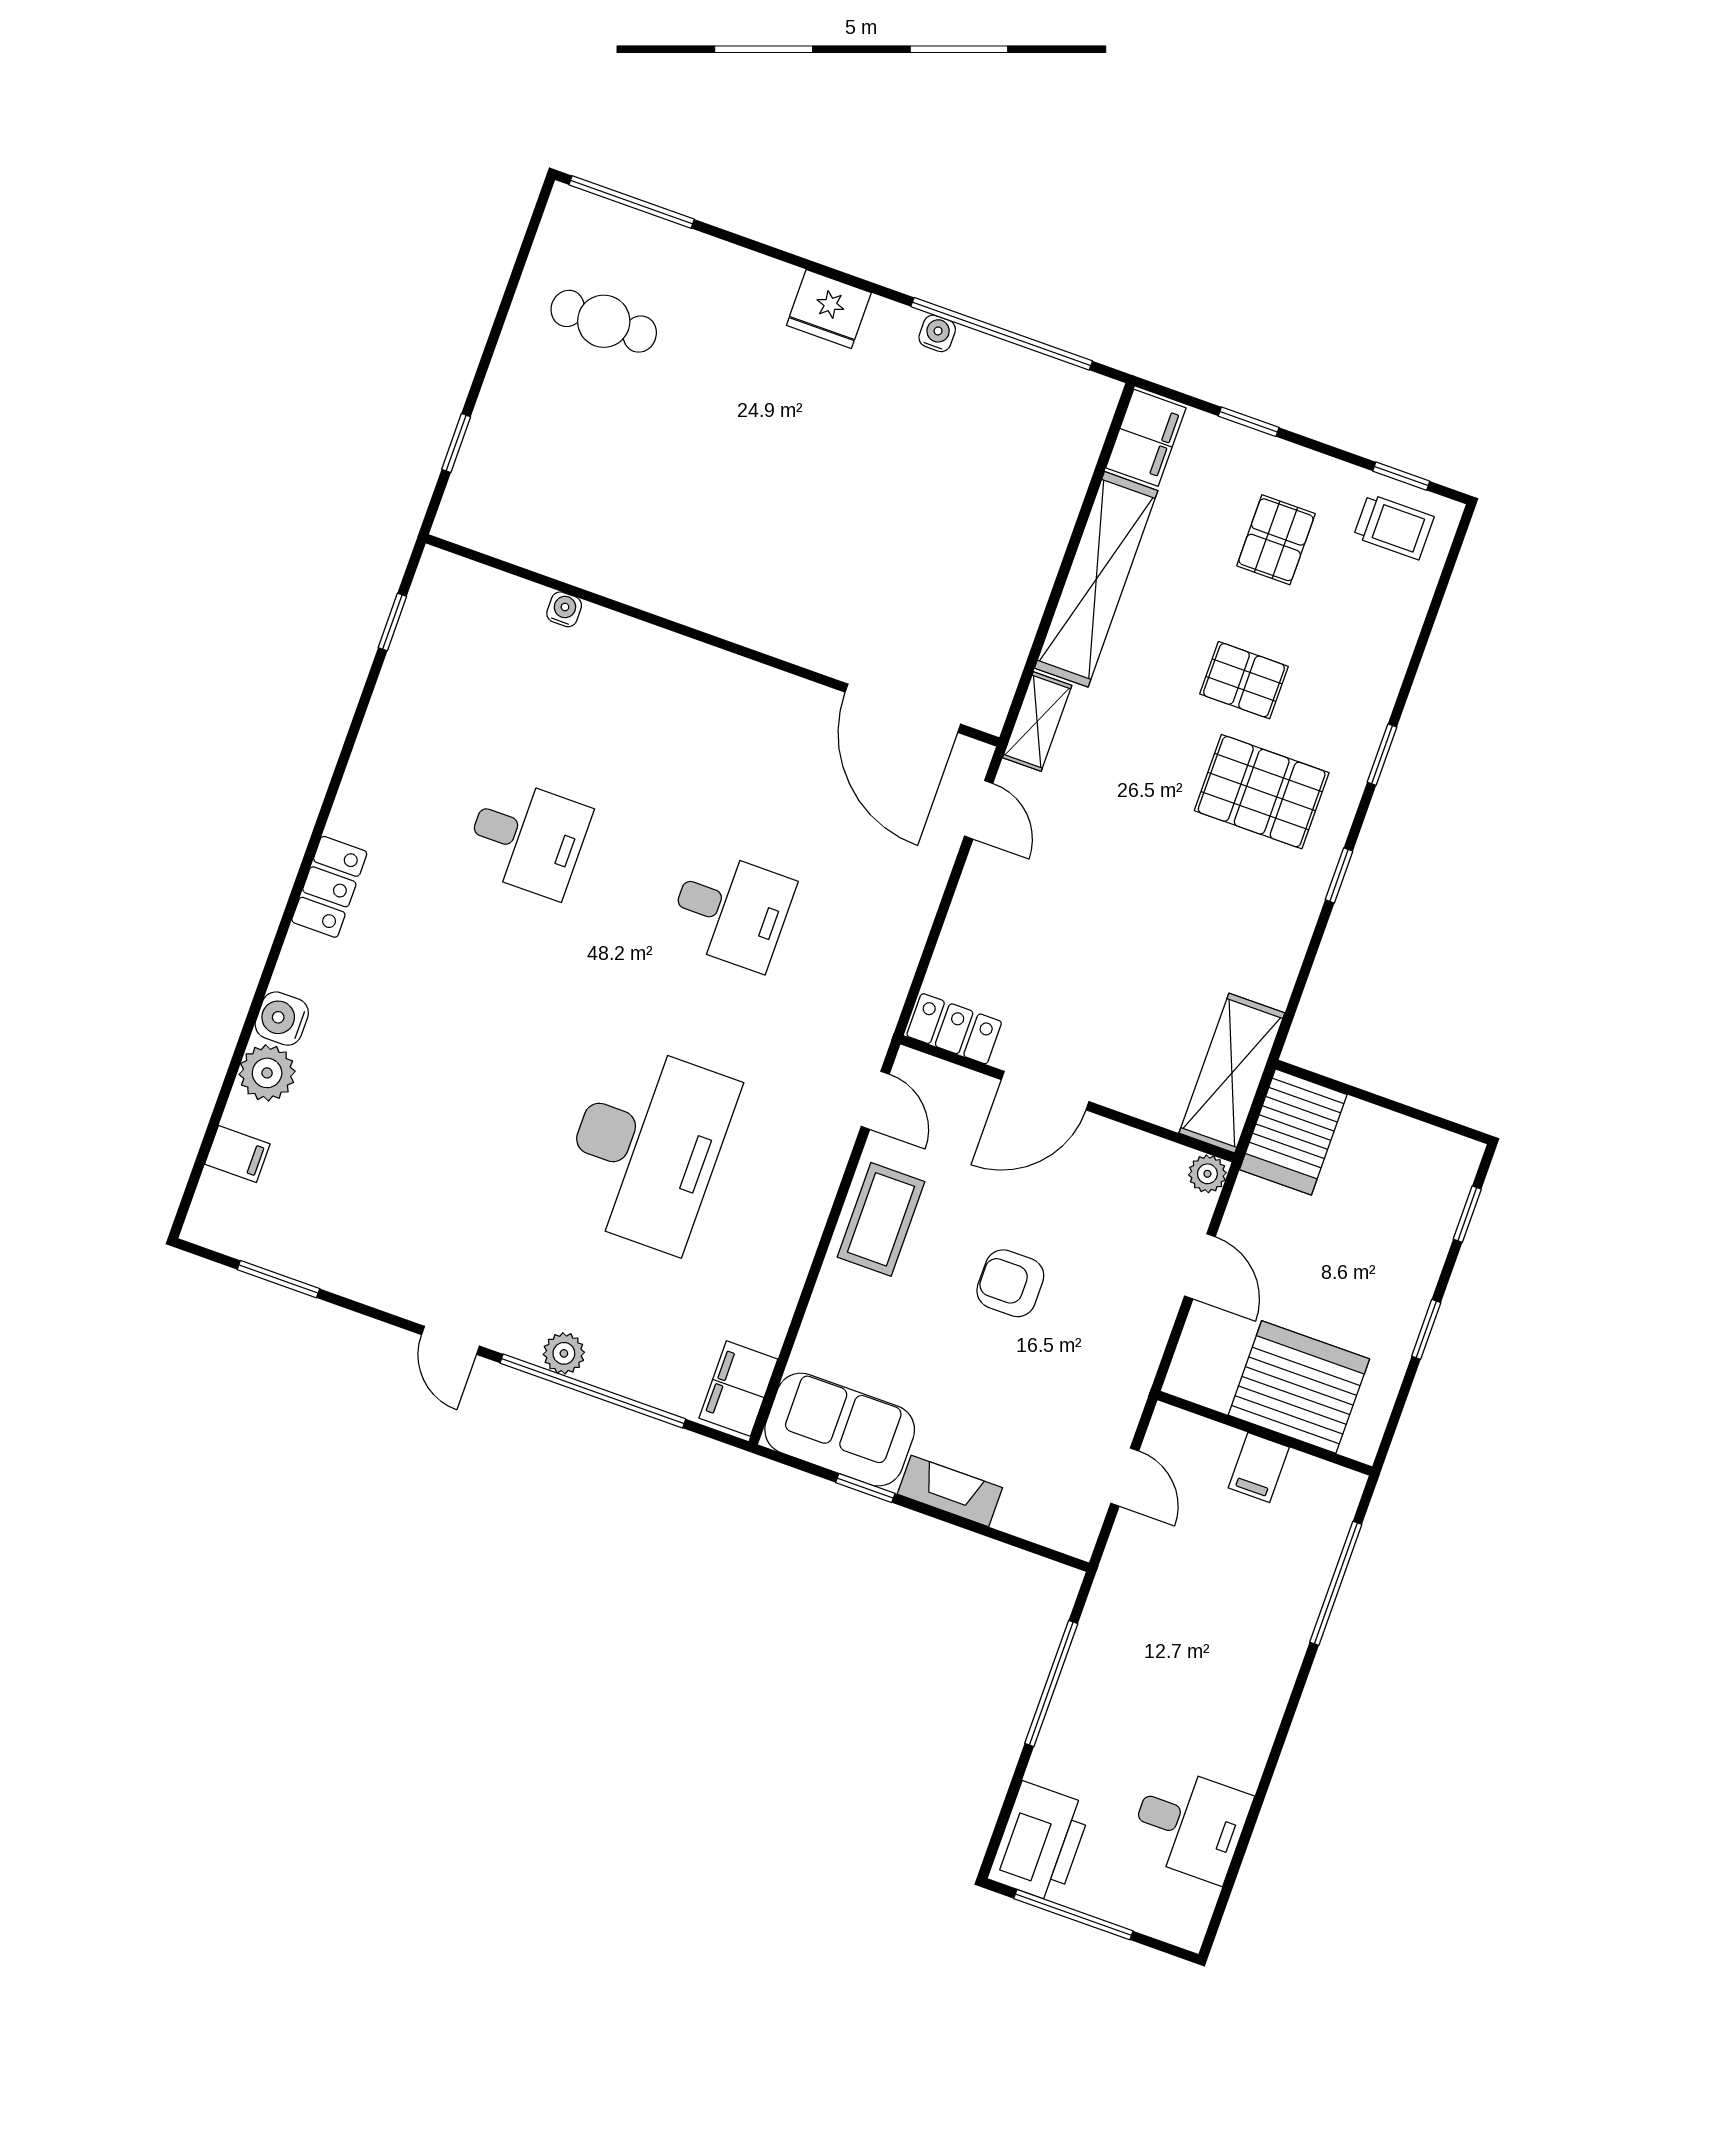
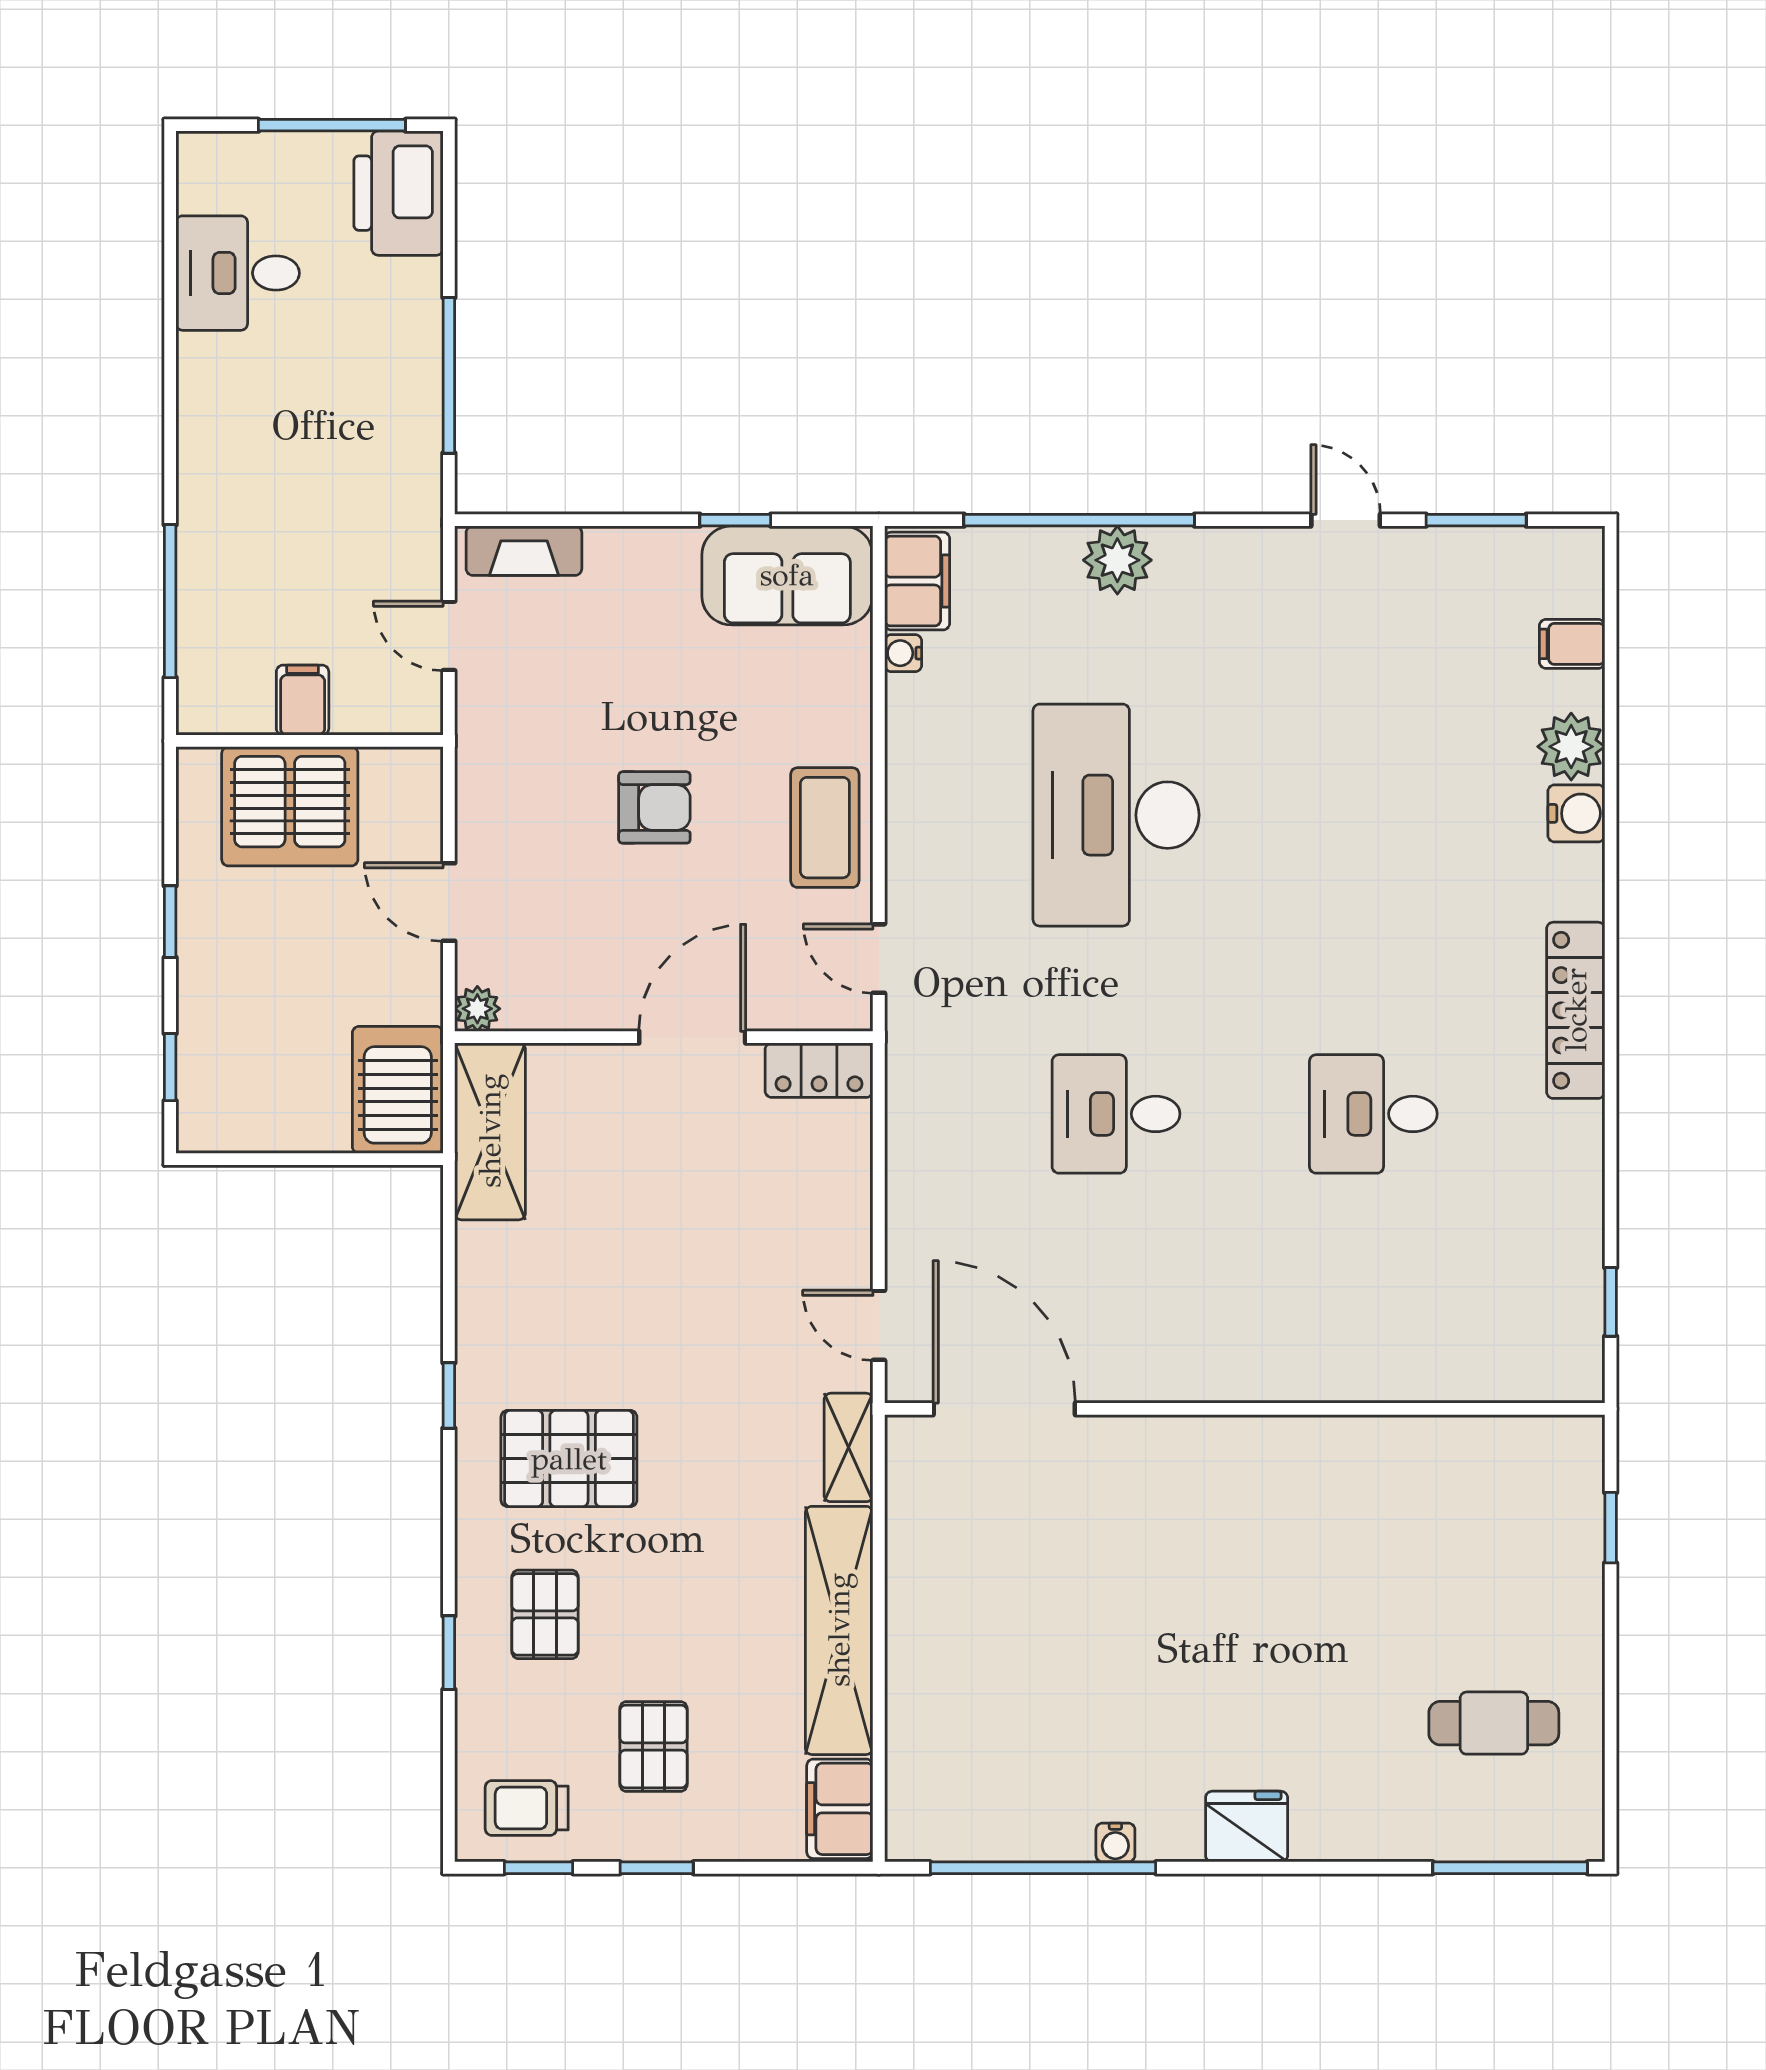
window: (1249, 422) -> (657, 1868), moved
water cooler: (564, 609) -> (903, 653), moved, turned 90
pallet: (1244, 680) -> (545, 1614), moved, turned 90
window: (1382, 755) -> (449, 1653), moved
locker: (329, 887) -> (1576, 1010), width x1.53
door: (451, 1340) -> (1346, 520), moved
plant: (564, 1353) -> (1117, 560), width x1.38, depth x1.38
fireplace: (950, 1491) -> (524, 551), moved

